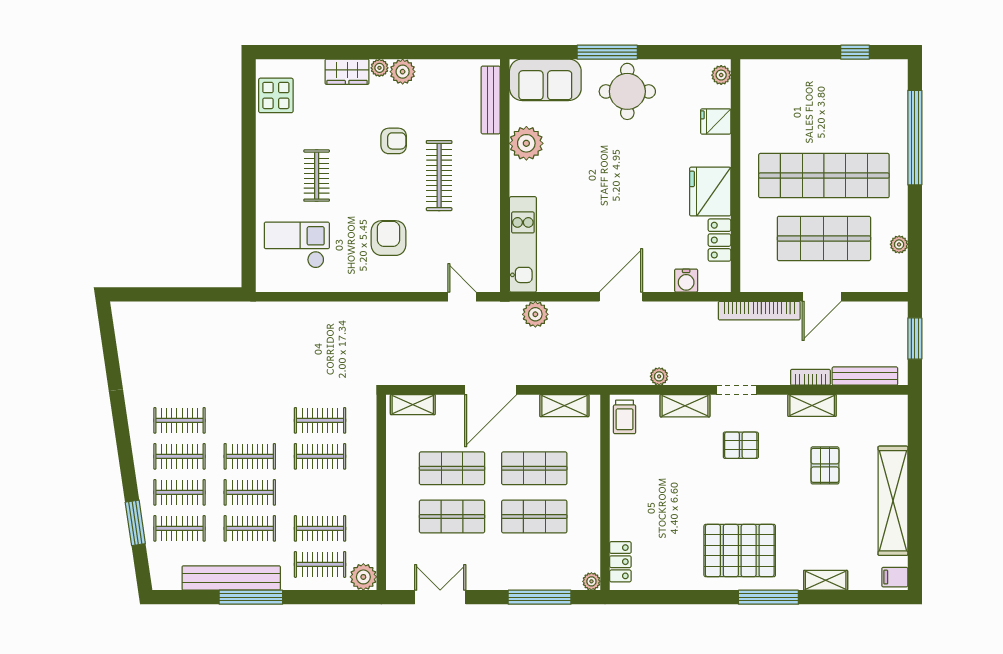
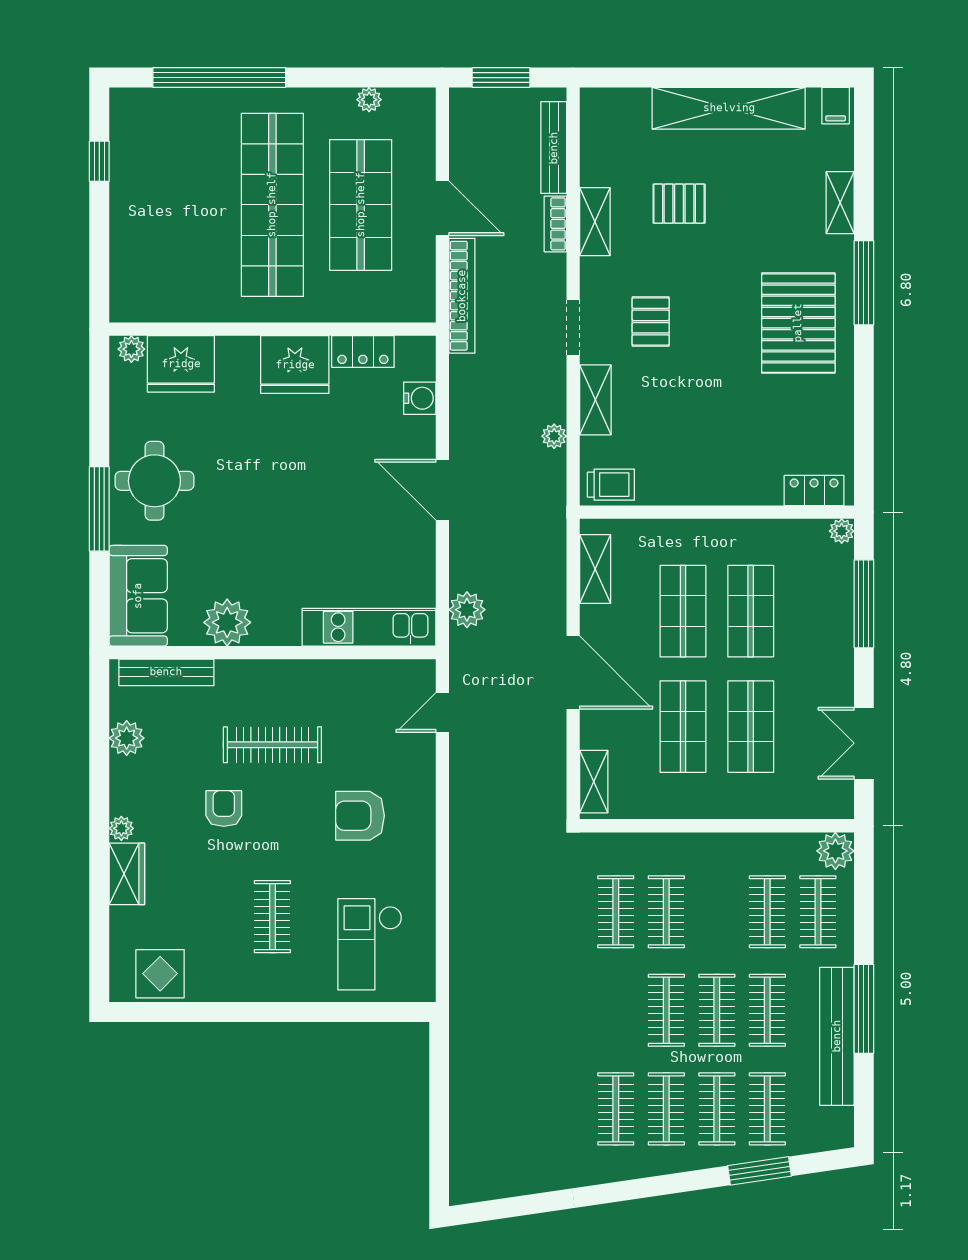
plant: (403, 72) -> (127, 738), moved
fridge: (716, 121) -> (181, 364), width x1.88, depth x1.34
clothes rail: (317, 176) -> (272, 917), turned 90

